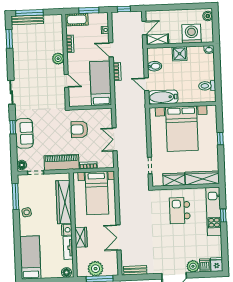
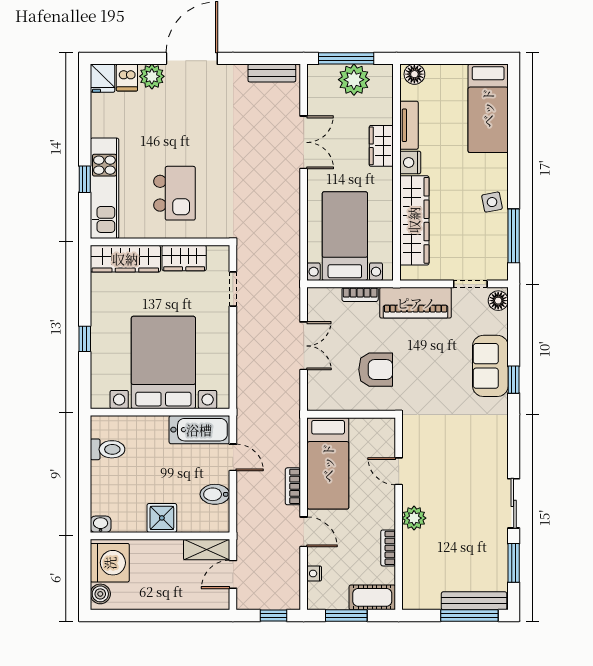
washing machine: (192, 34) -> (110, 563), moved, turned -90
sliding door: (11, 92) -> (514, 503), moved

